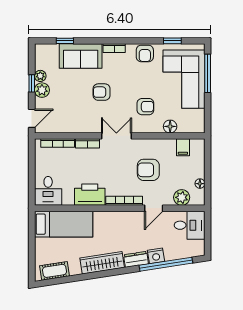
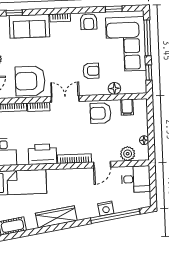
armchair: (102, 92) -> (30, 81), moved, width x1.88, depth x1.88
window: (208, 111) -> (149, 73), added
armchair: (148, 170) -> (101, 113), moved
dresser: (136, 259) -> (87, 213), removed

